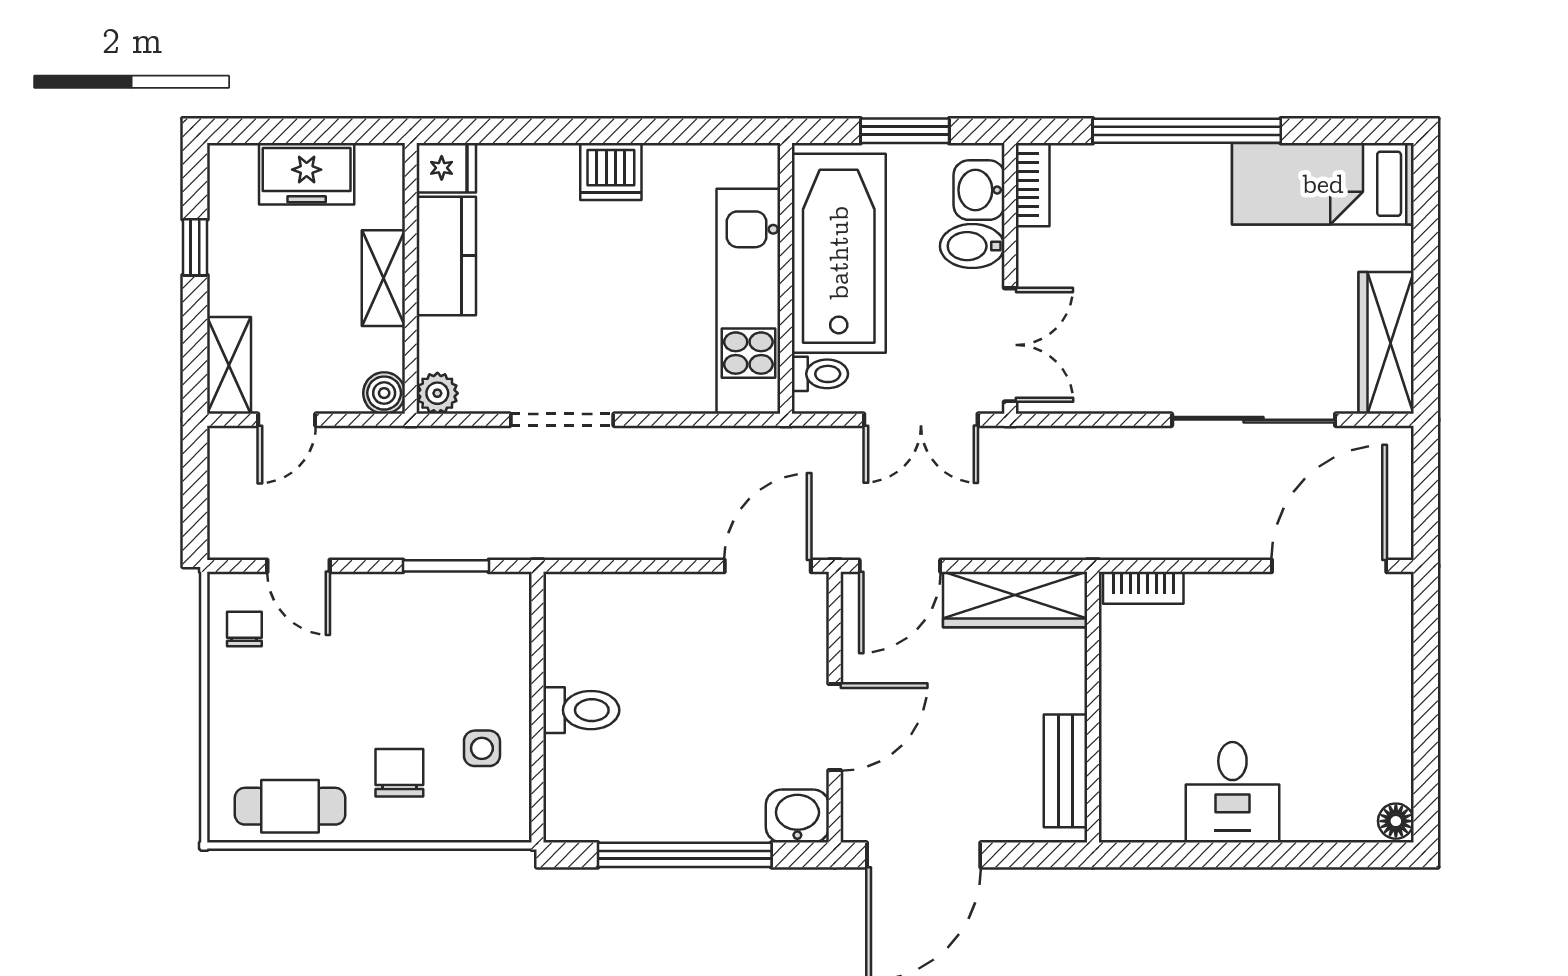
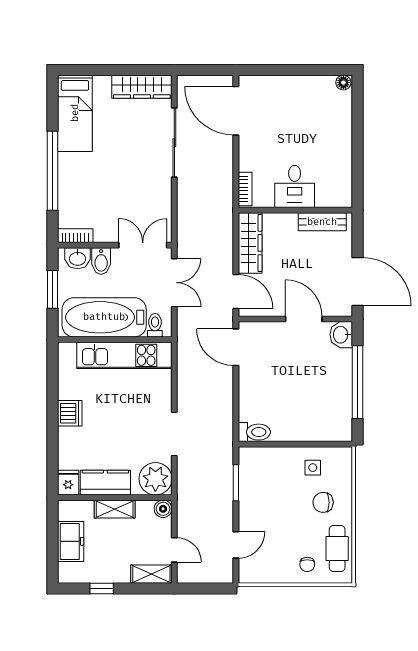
plant: (437, 393) -> (155, 479), width x1.88, depth x1.88
chair: (244, 629) -> (307, 564), moved, turned -90
toilet: (581, 710) -> (254, 432), moved, turned 90
desk: (1232, 792) -> (295, 187), moved, turned 90

